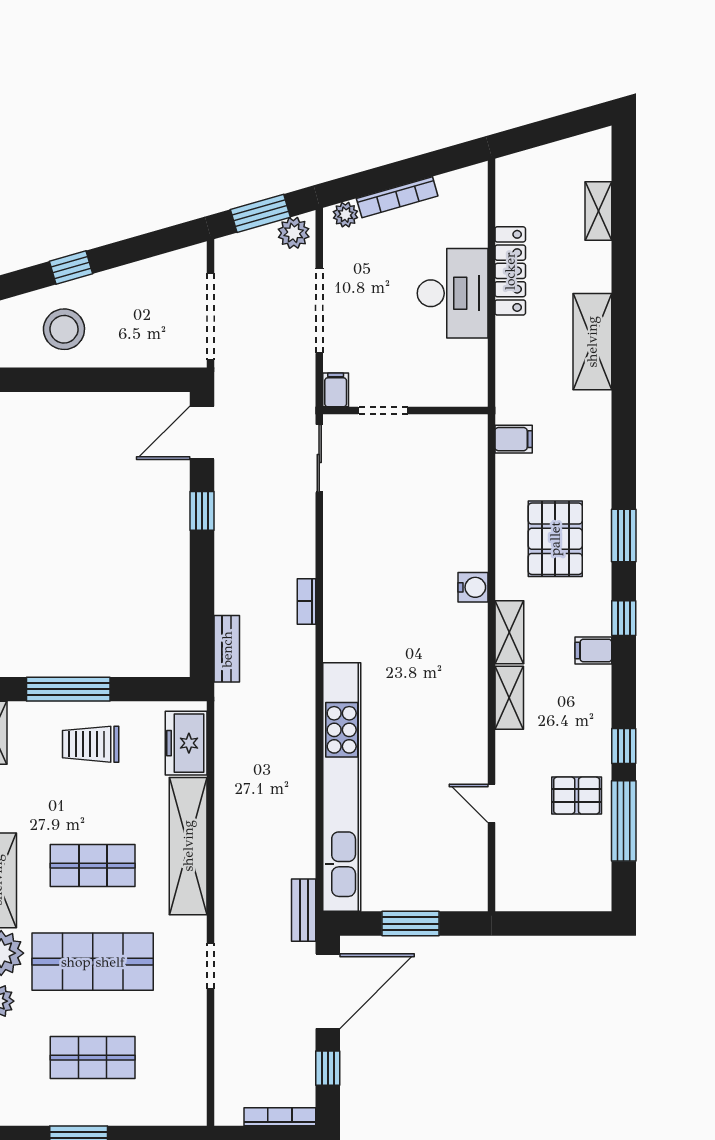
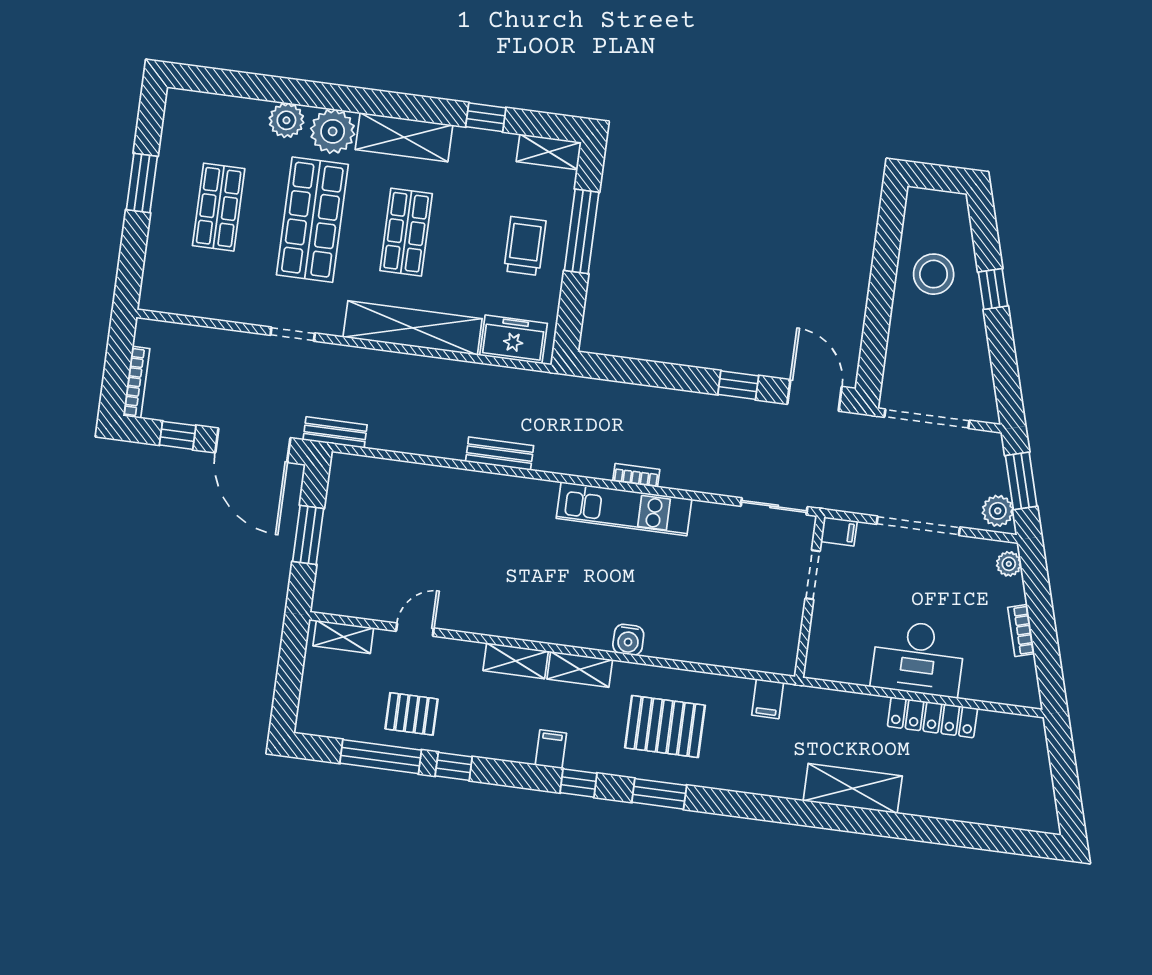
bookcase: (397, 197) -> (1021, 630), width x0.64
shelving: (598, 211) -> (343, 637), moved
bench: (227, 649) -> (500, 454), moved
kitchen unit: (342, 787) -> (624, 509), moved, width x0.54
pallet: (577, 796) -> (411, 714), turned 90

